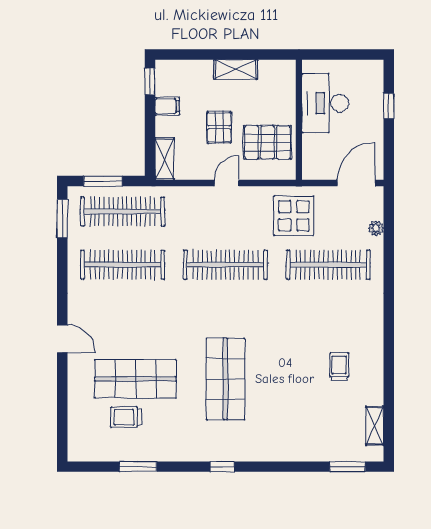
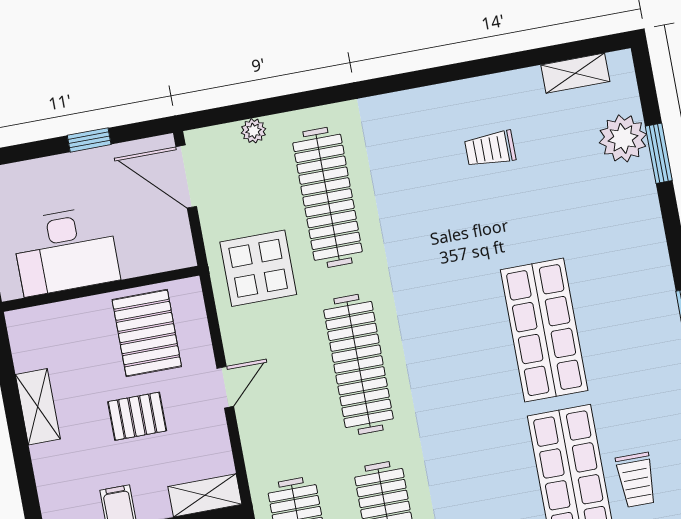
window: (389, 106) -> (89, 140), moved
door: (227, 183) -> (225, 387), swing flipped
shop shelf: (225, 379) -> (544, 330), turned 90
plant: (331, 447) -> (623, 138), added
window: (348, 467) -> (659, 153), moved

